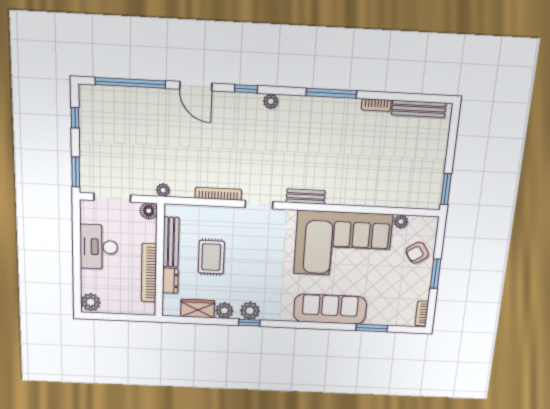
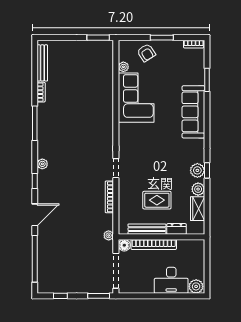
bench: (306, 197) -> (108, 136), removed
doorway: (112, 198) -> (116, 271), width x1.36
corner sofa: (343, 244) -> (136, 98), width x0.73, depth x0.74
desk: (99, 247) -> (171, 280), moved
bookcase: (149, 273) -> (154, 244), moved

